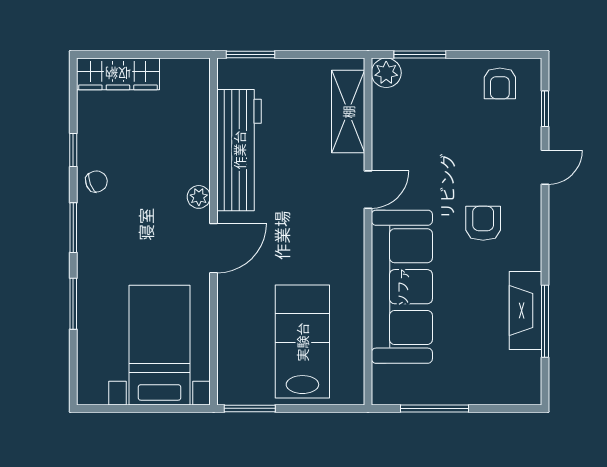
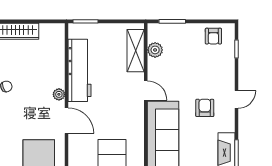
plant: (386, 73) -> (155, 50), moved
door: (545, 167) -> (237, 99), moved
door: (368, 190) -> (146, 91), hinge flipped
door: (214, 248) -> (66, 121), hinge flipped

